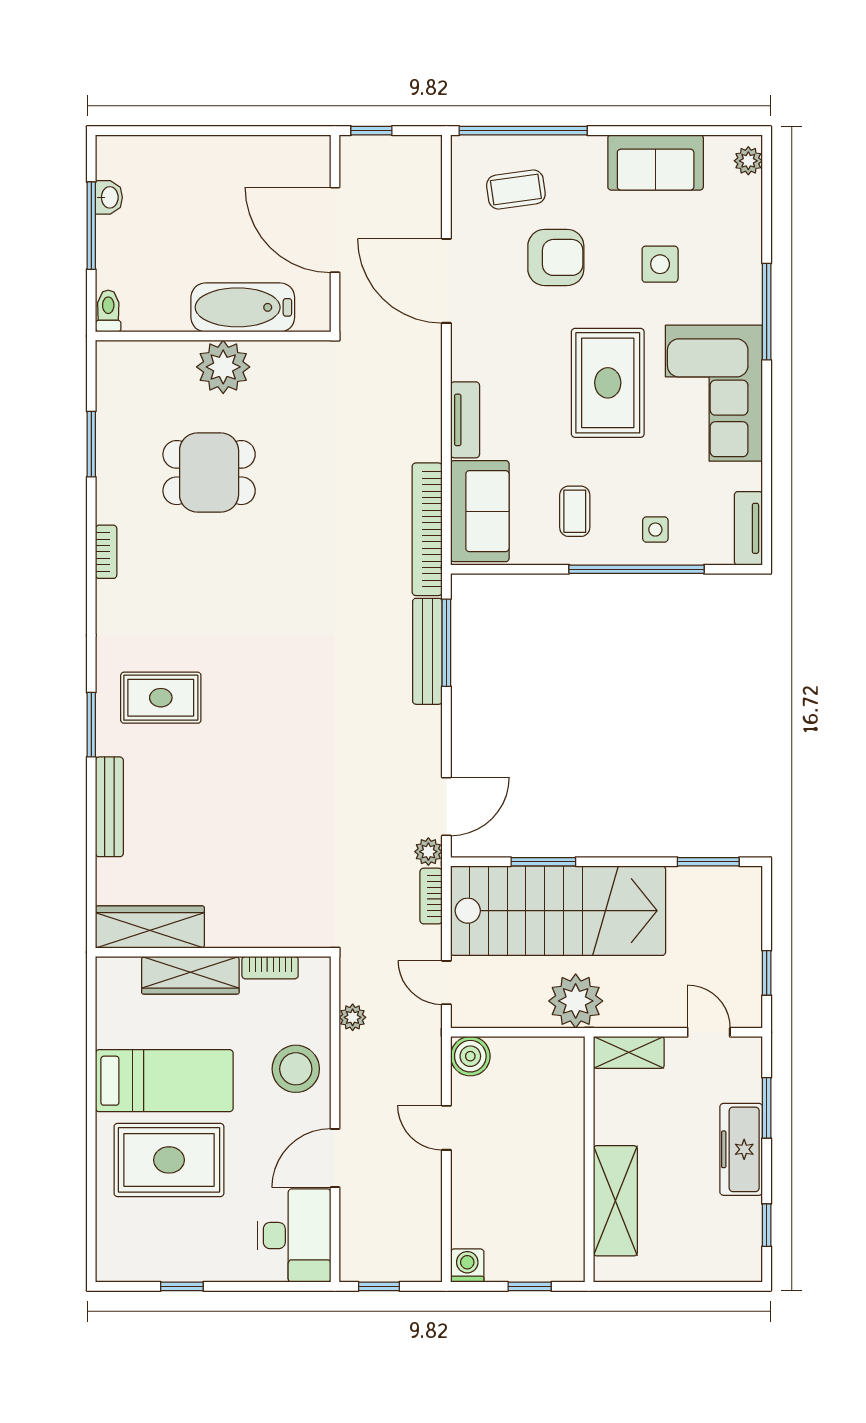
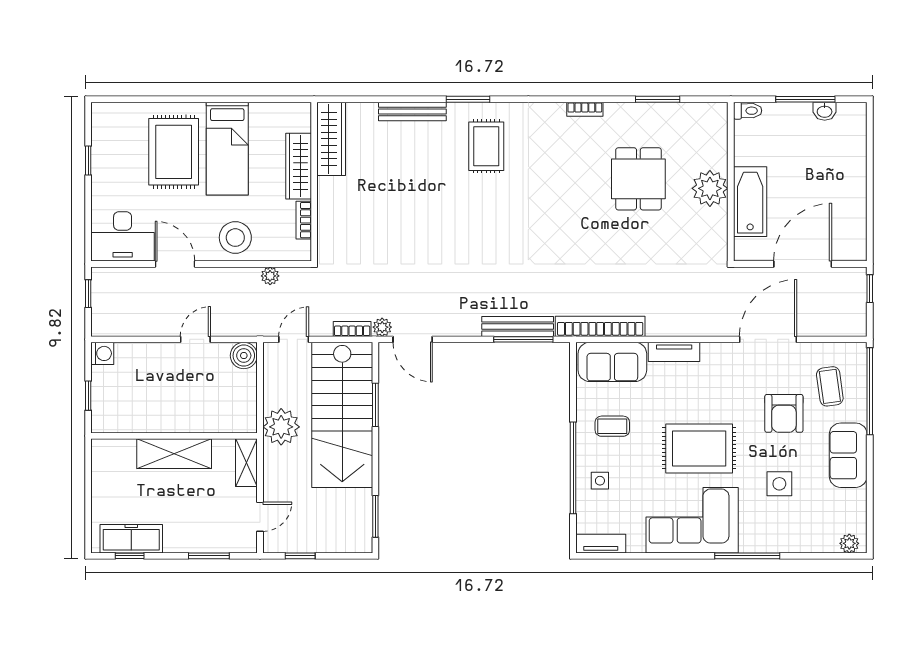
sofa: (656, 162) -> (848, 455), moved
freezer: (741, 1149) -> (131, 539), moved
shelving: (615, 1201) -> (174, 454), moved

